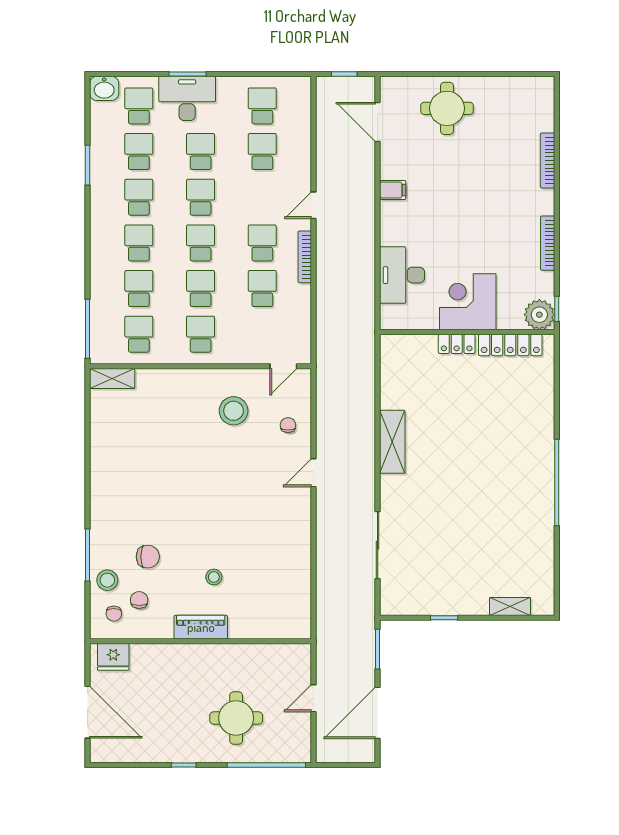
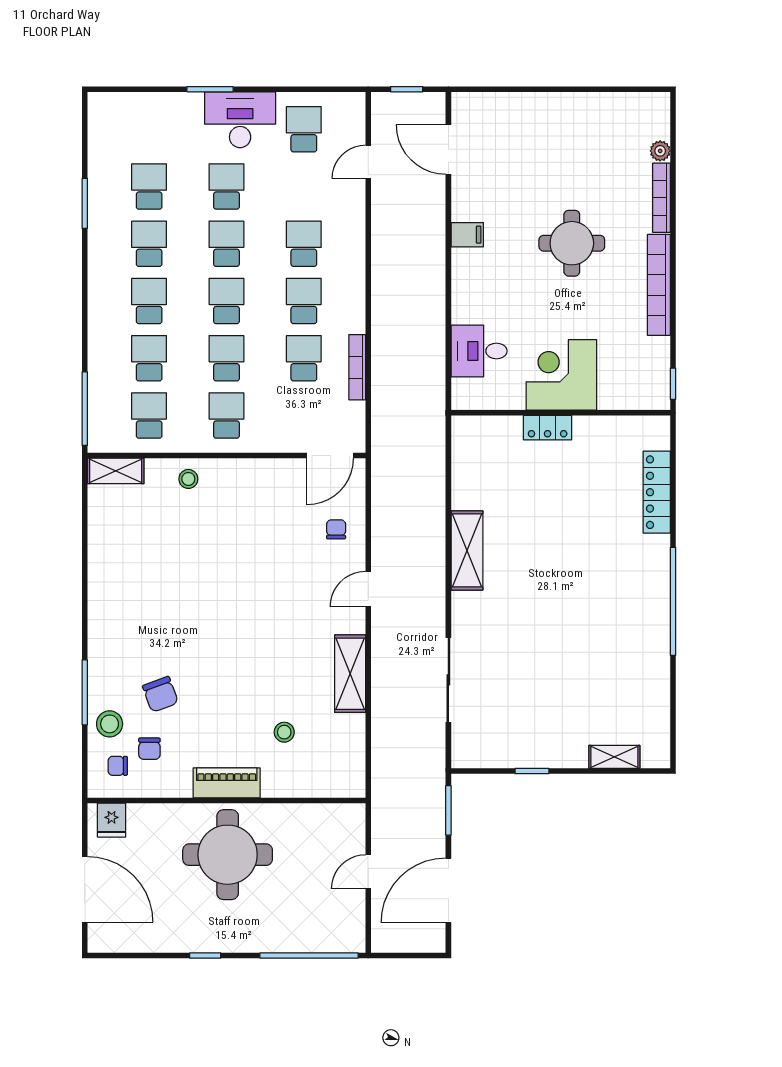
washbasin: (104, 88) -> (106, 107), removed
desk: (187, 98) -> (240, 120), moved
school desk: (139, 106) -> (149, 129), removed
round table: (447, 108) -> (572, 243), moved
school desk: (262, 152) -> (304, 244), moved
door: (314, 205) -> (368, 162), moved
bookcase: (548, 243) -> (659, 285), width x1.48, depth x1.31
bookcase: (305, 257) -> (357, 367), moved
desk: (402, 275) -> (479, 351), width x0.73
plant: (539, 315) -> (660, 151), moved, width x0.53, depth x0.53
locker: (510, 345) -> (657, 492), moved, turned 90
door: (283, 366) -> (330, 456), width x1.37
stool: (234, 411) -> (188, 479), moved, width x0.53, depth x0.53
shelving: (299, 540) -> (350, 674), added
chair: (148, 557) -> (160, 694), turned 70
stool: (214, 577) -> (284, 732), moved
chair: (139, 600) -> (149, 749), turned 180
chair: (114, 614) -> (118, 766), turned 90
fridge: (113, 657) -> (112, 820), width x0.72
round table: (236, 718) -> (228, 855), moved, width x1.36, depth x1.36

